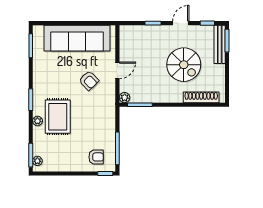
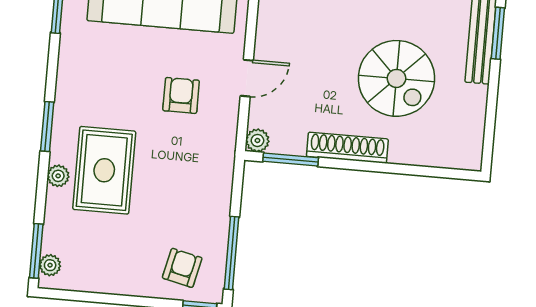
armchair: (89, 81) -> (181, 95), turned -136
shoe rack: (201, 97) -> (347, 148), moved
armchair: (96, 157) -> (182, 268), turned -77

